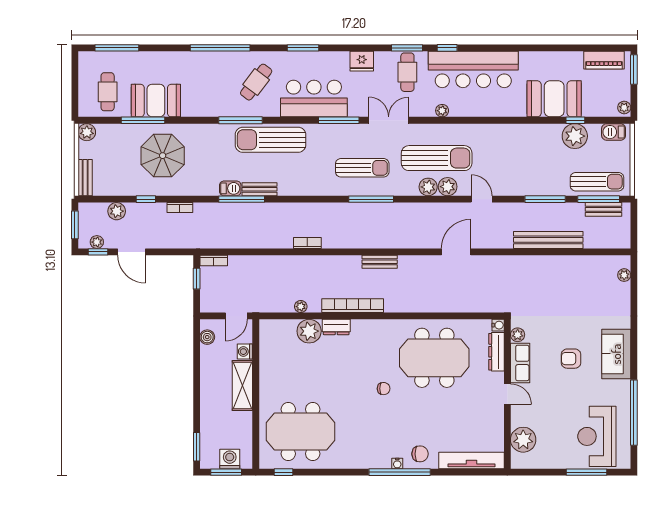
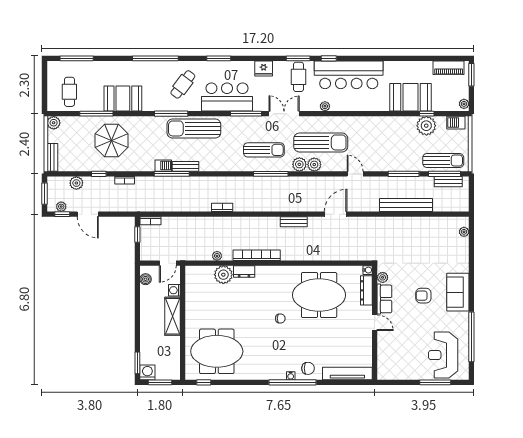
booth: (156, 101) -> (123, 99), moved
plant: (448, 187) -> (299, 164), moved
bench: (380, 262) -> (294, 222), moved
plant: (523, 440) -> (387, 358), removed
washing machine: (230, 459) -> (147, 372), moved

